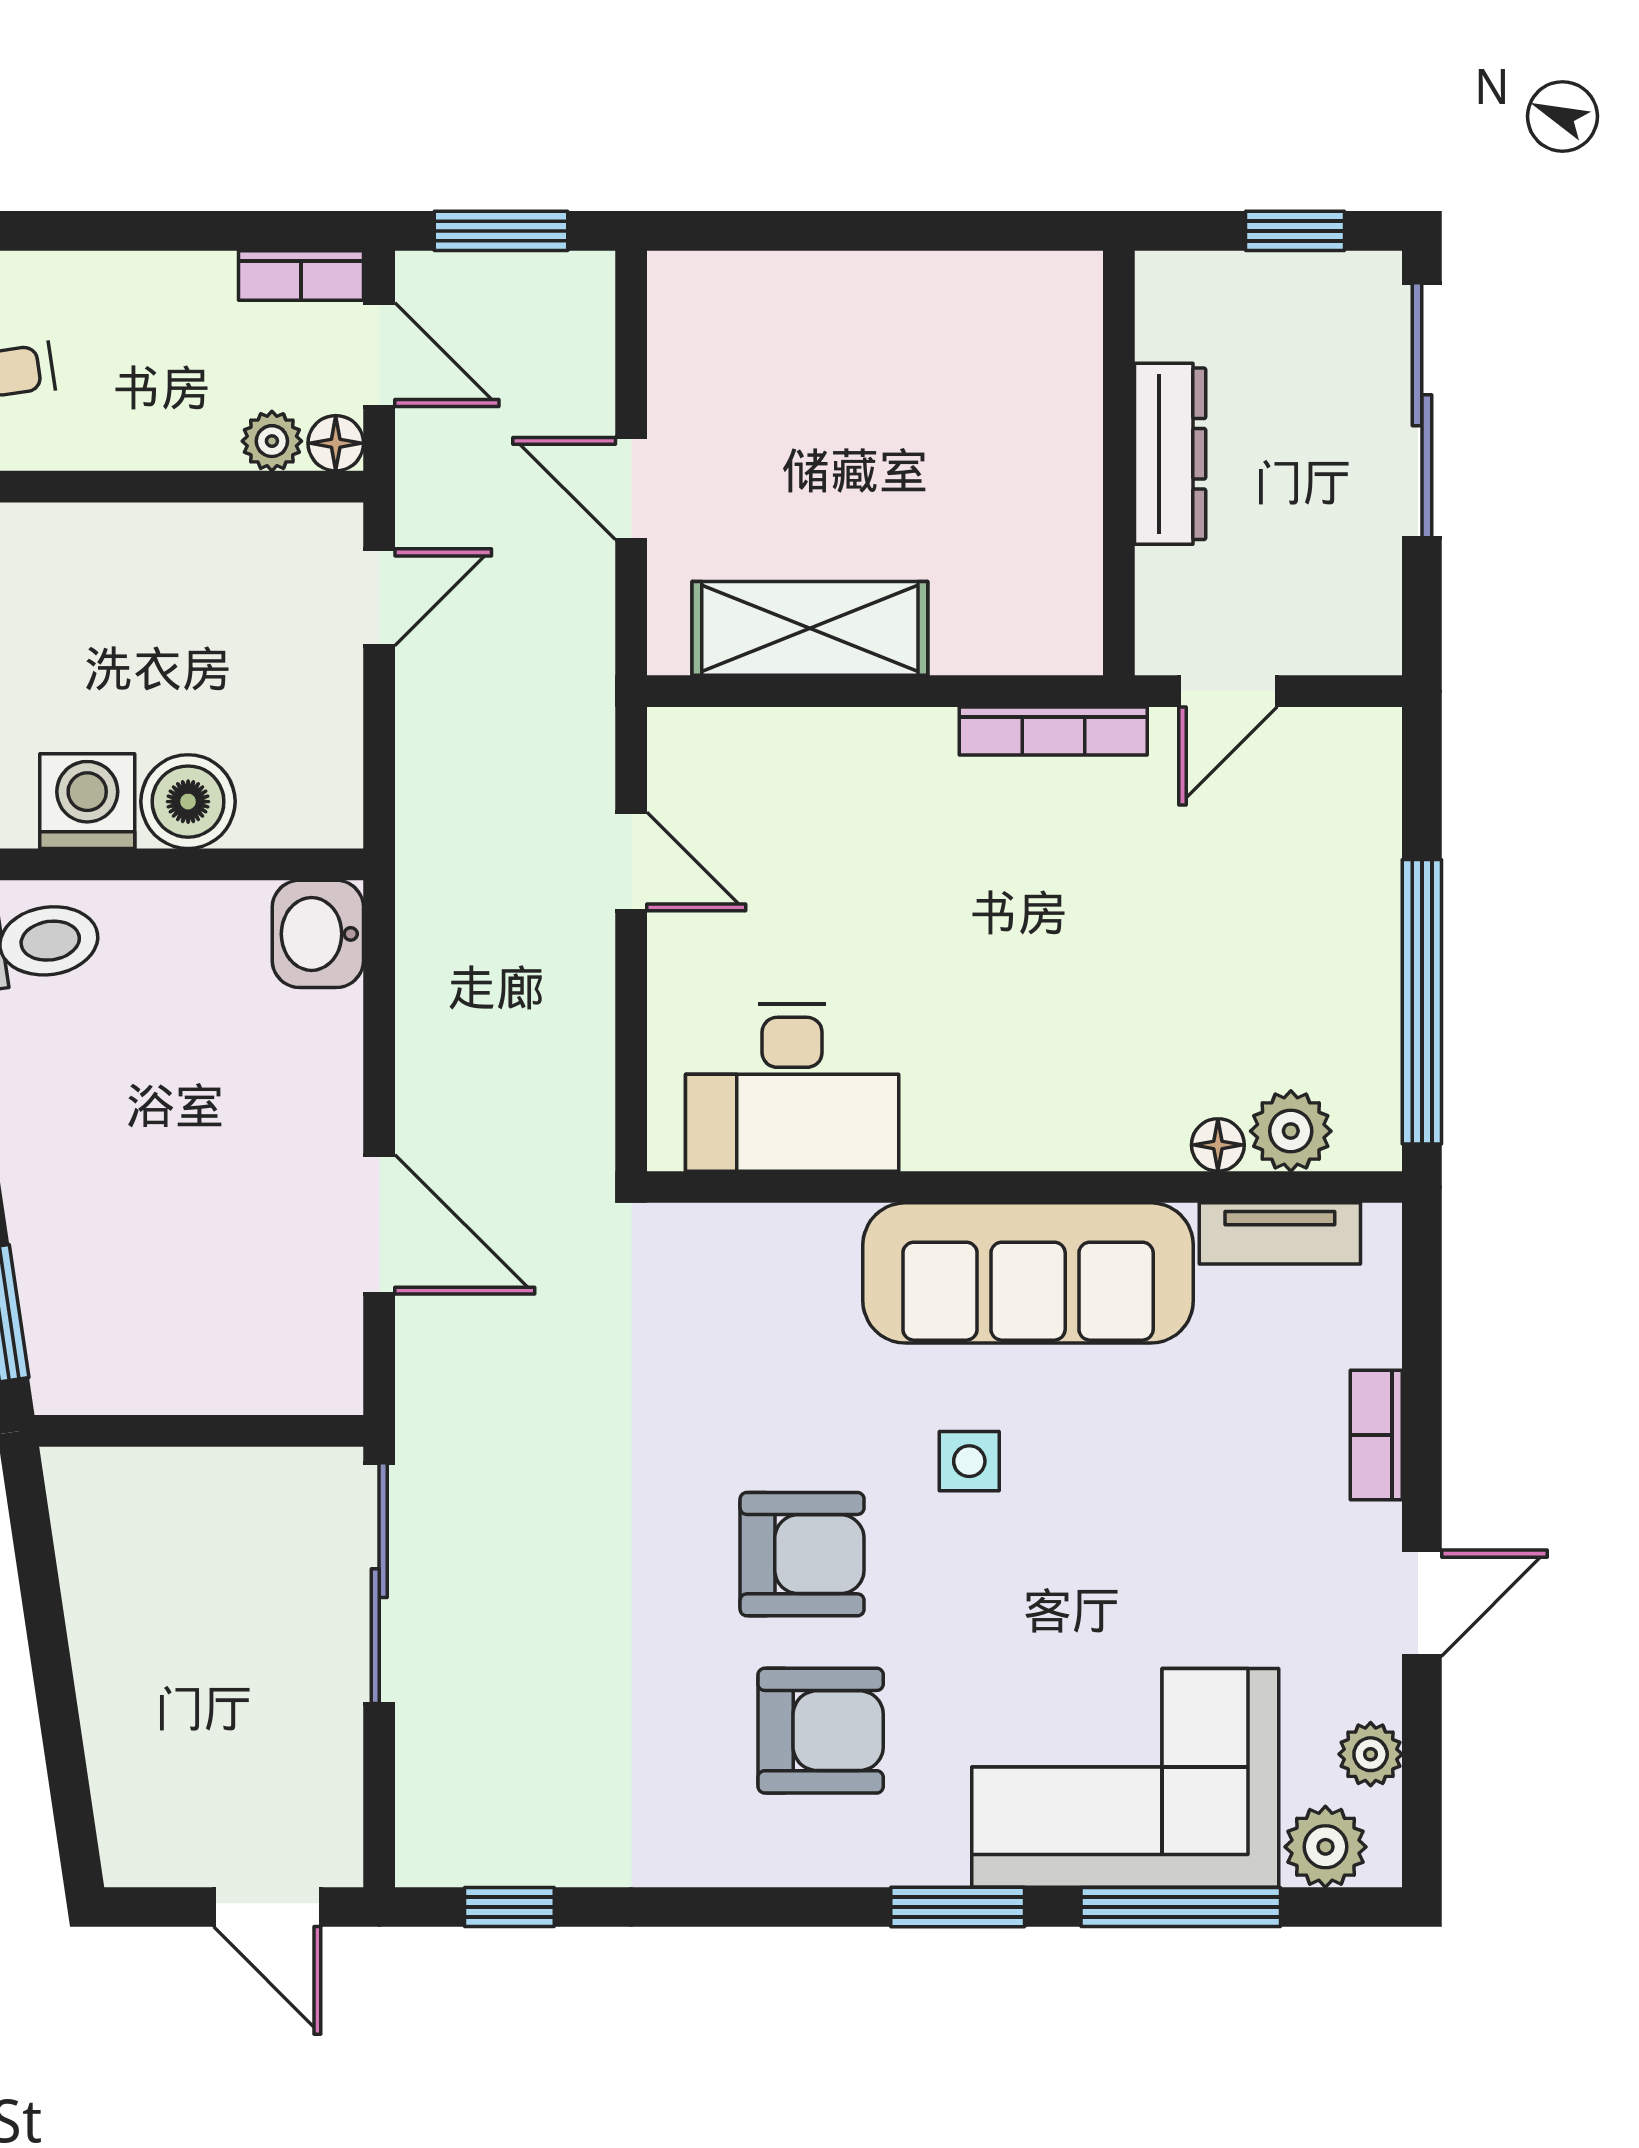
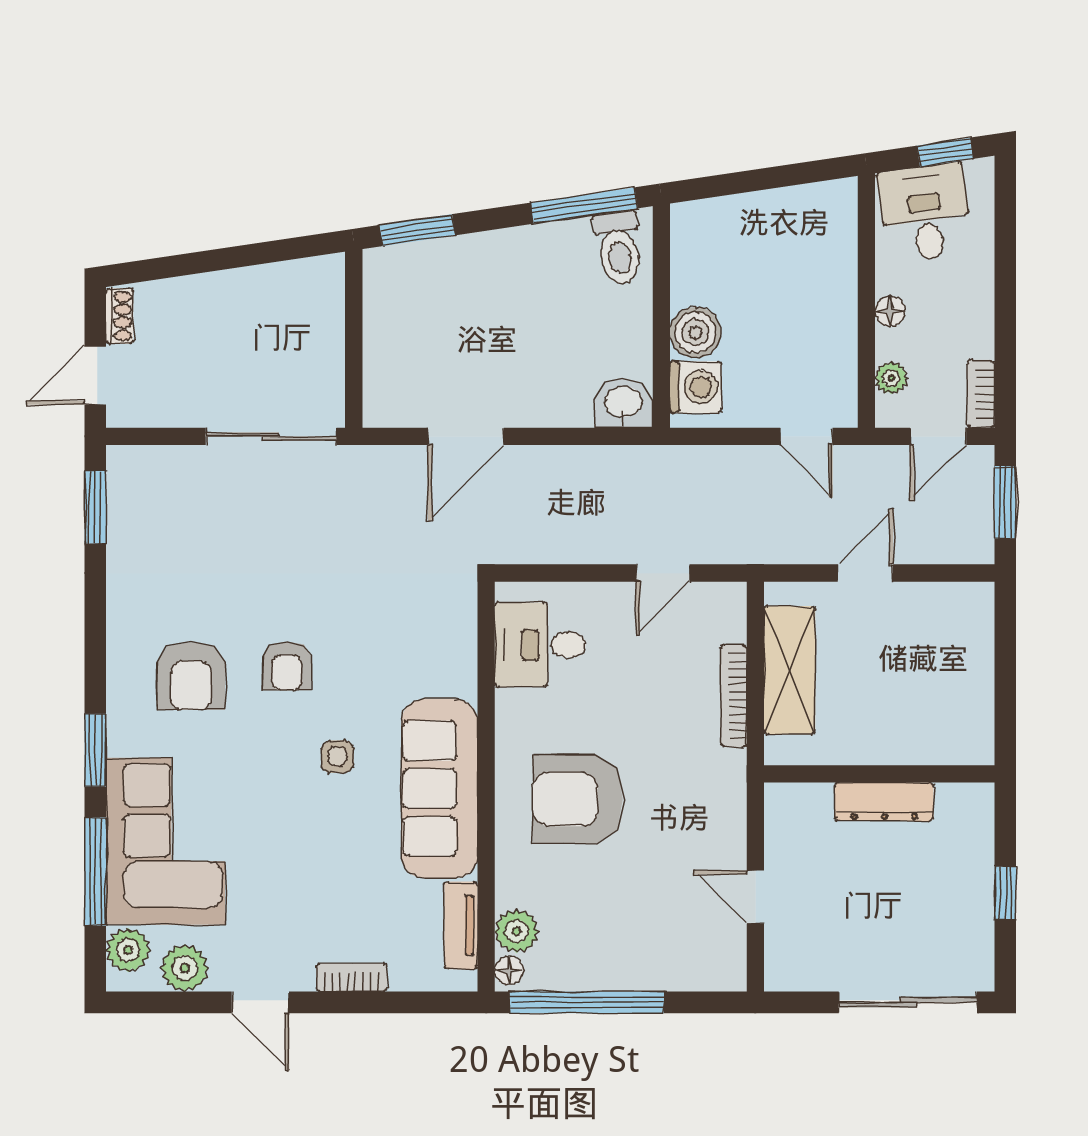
window: (1295, 231) -> (1005, 893), moved
floor lamp: (336, 443) -> (890, 311), moved
dresser: (1170, 454) -> (884, 802), moved
wall: (1119, 463) -> (879, 774), moved
bookcase: (1053, 731) -> (734, 696), moved
washing machine: (87, 801) -> (696, 387), moved
armchair: (1048, 1018) -> (578, 799), added
desk: (792, 1088) -> (540, 645), width x0.73
floor lamp: (1218, 1145) -> (509, 971), moved
armchair: (802, 1554) -> (287, 666), width x0.72, depth x0.72
plant: (1371, 1754) -> (185, 968), width x1.38, depth x1.38
shoe rack: (158, 1862) -> (120, 316), added
window: (509, 1907) -> (95, 507), width x1.50

